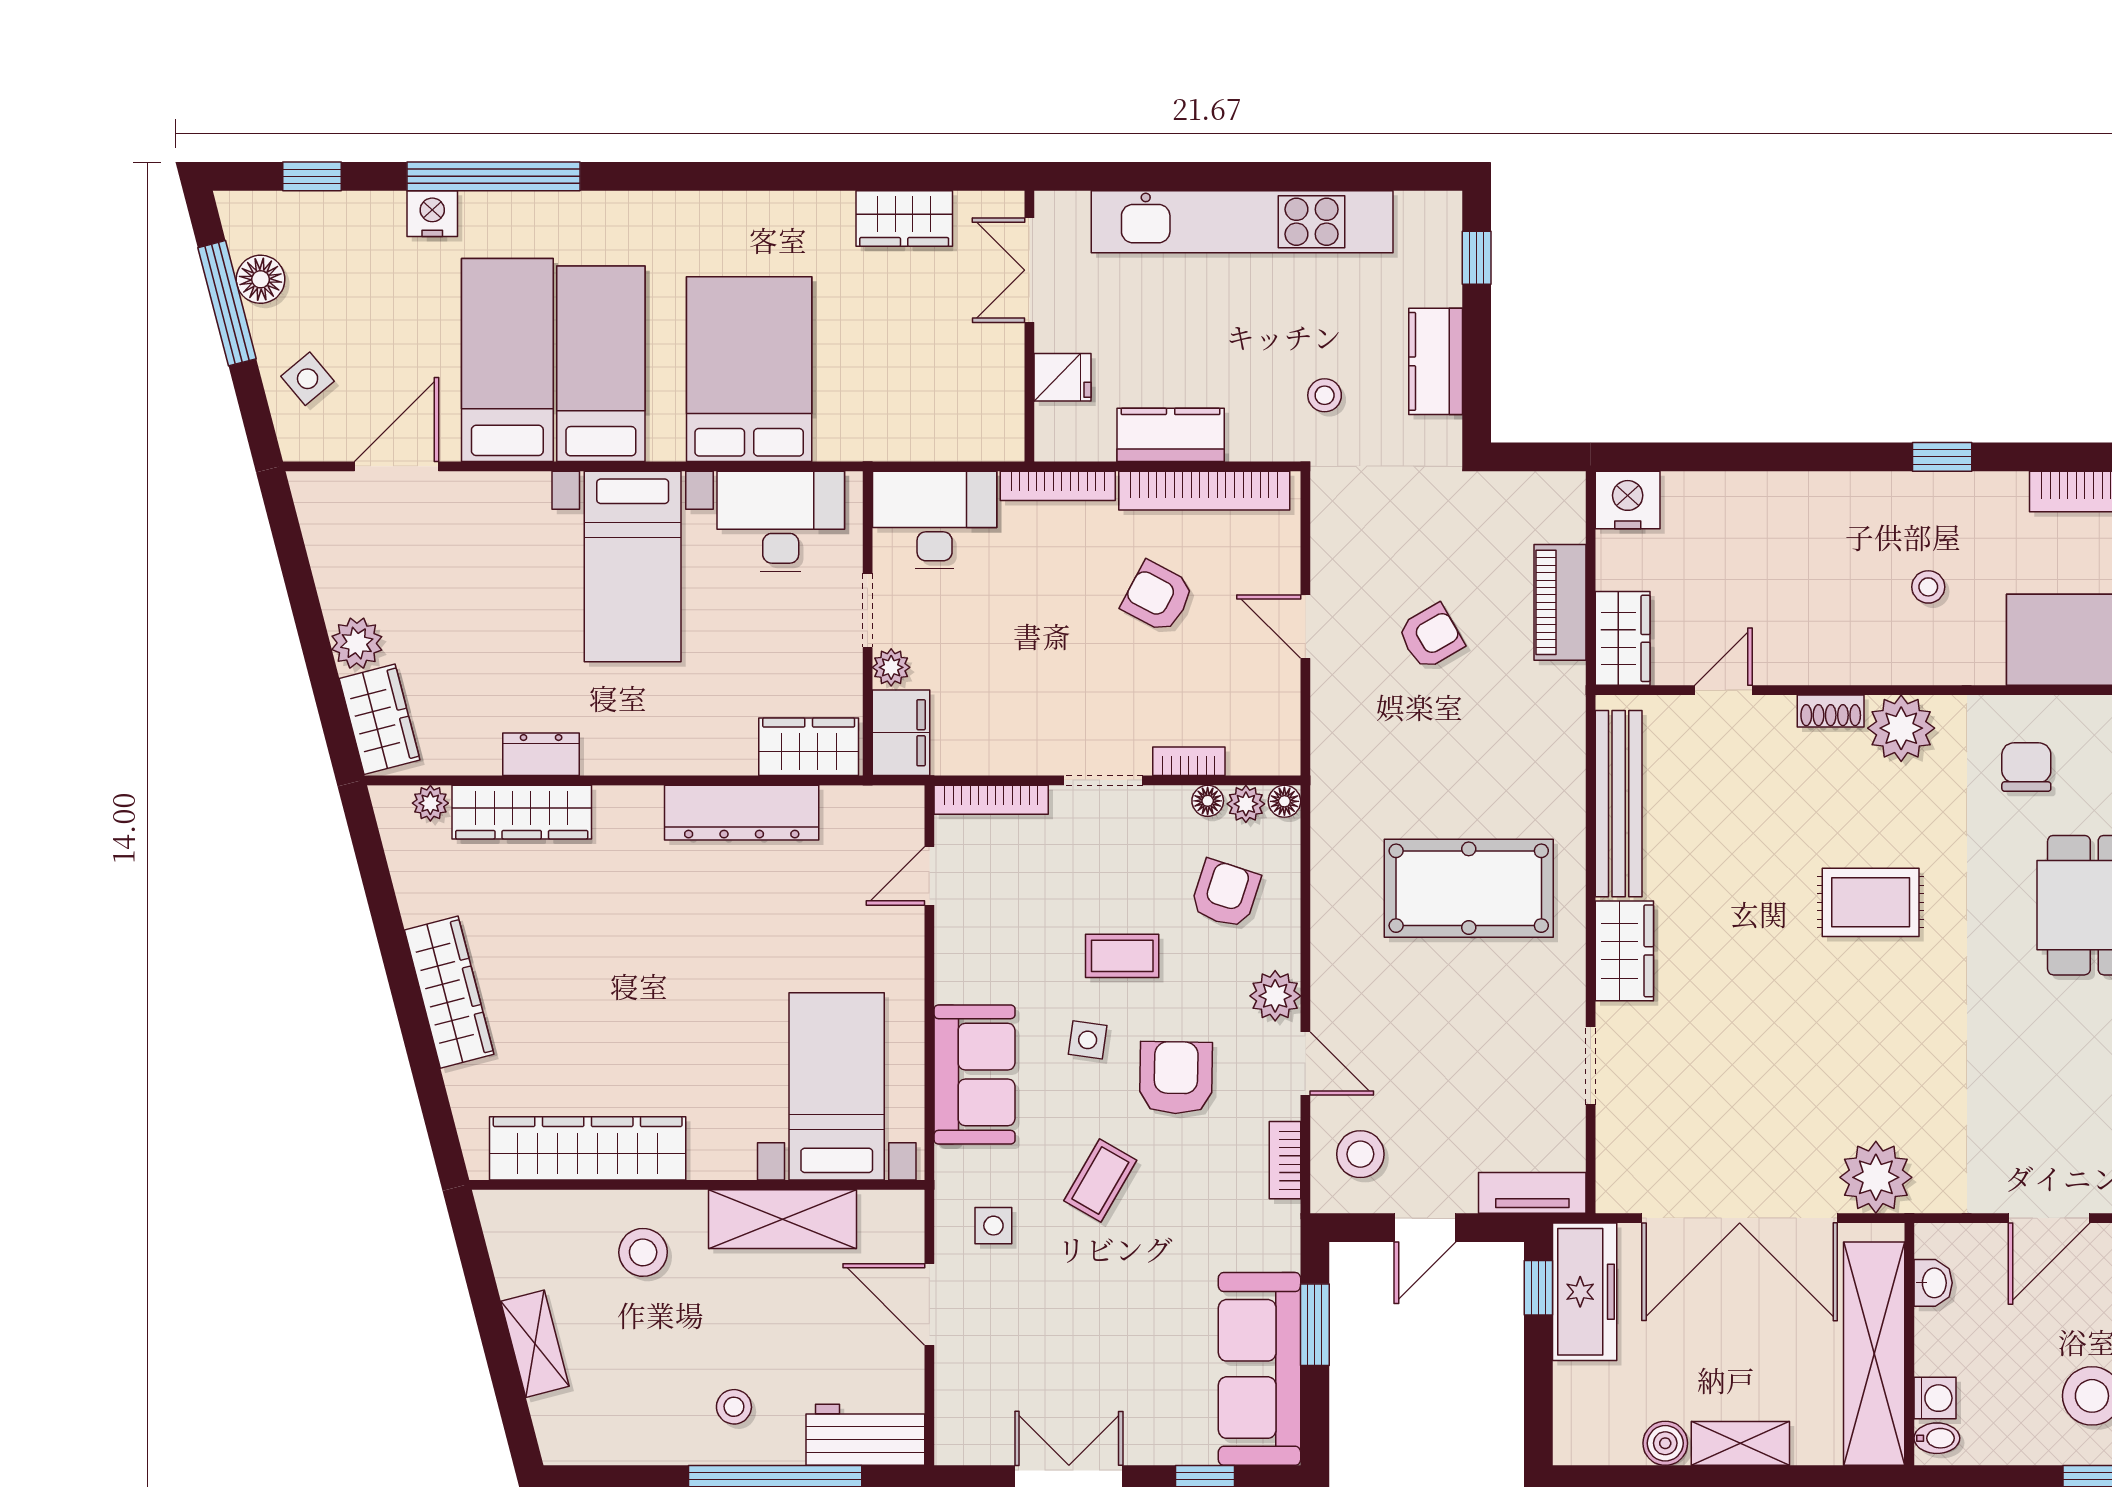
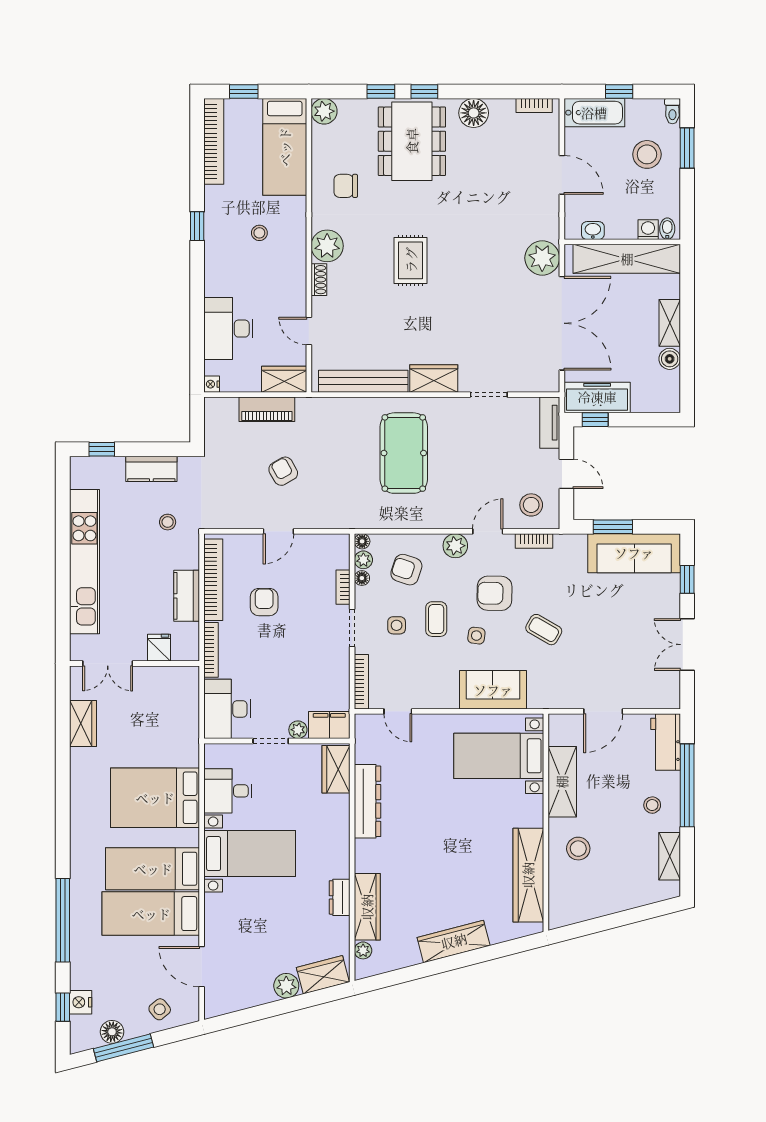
nightstand: (432, 214) -> (81, 1002), moved
nightstand: (1628, 500) -> (212, 384), width x0.53, depth x0.56
desk: (781, 521) -> (228, 791), width x0.73
desk: (1729, 522) -> (228, 329), added
armchair: (1158, 597) -> (264, 602), turned 152
side table: (993, 1226) -> (397, 625), moved
shelving: (535, 1344) -> (670, 856), moved, turned -75

